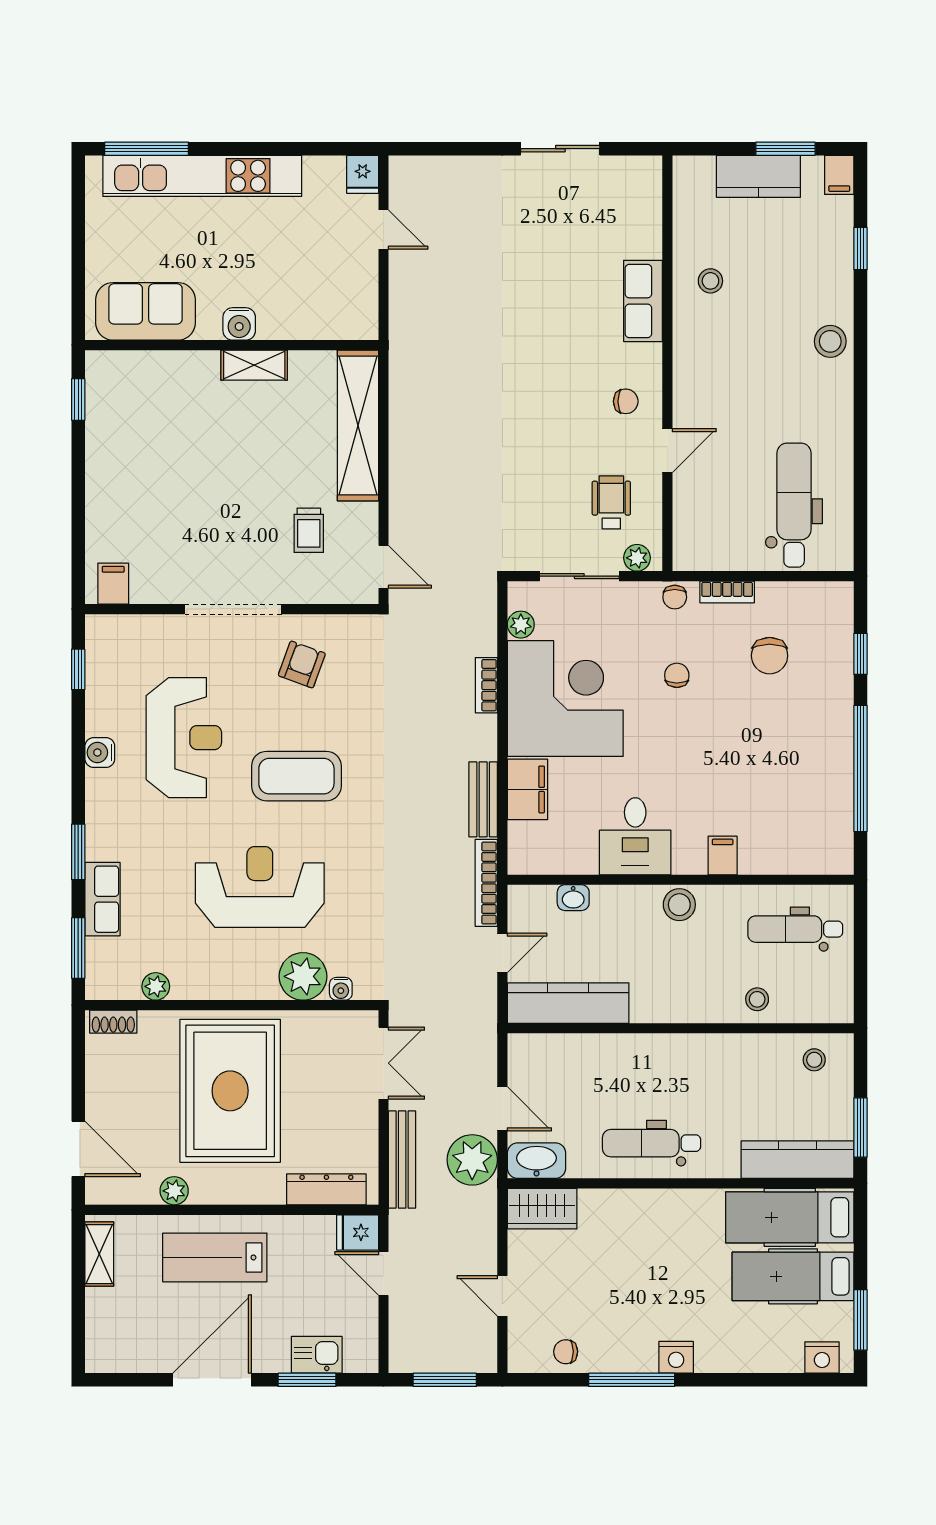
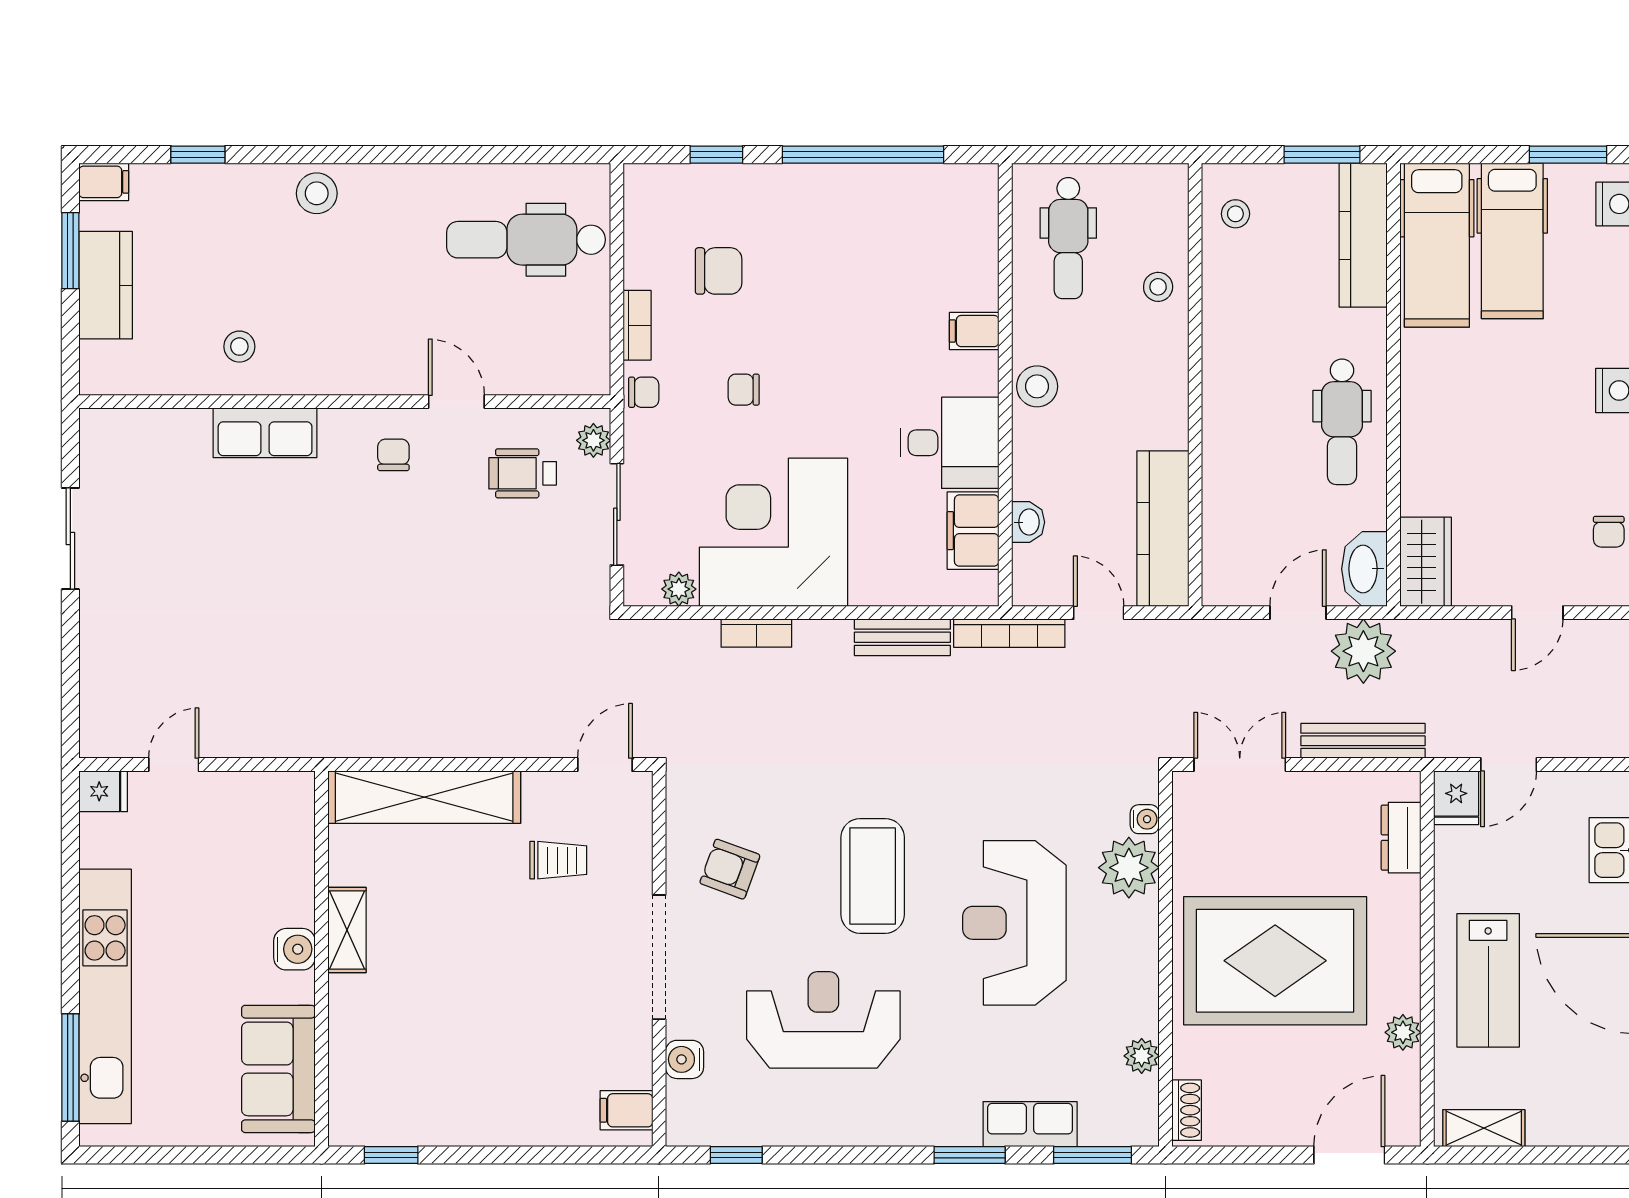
water cooler: (100, 753) -> (685, 1059), moved, turned 90
filing cabinet: (528, 789) -> (973, 531), moved, turned -90
dresser: (326, 1189) -> (1401, 838), width x0.70

